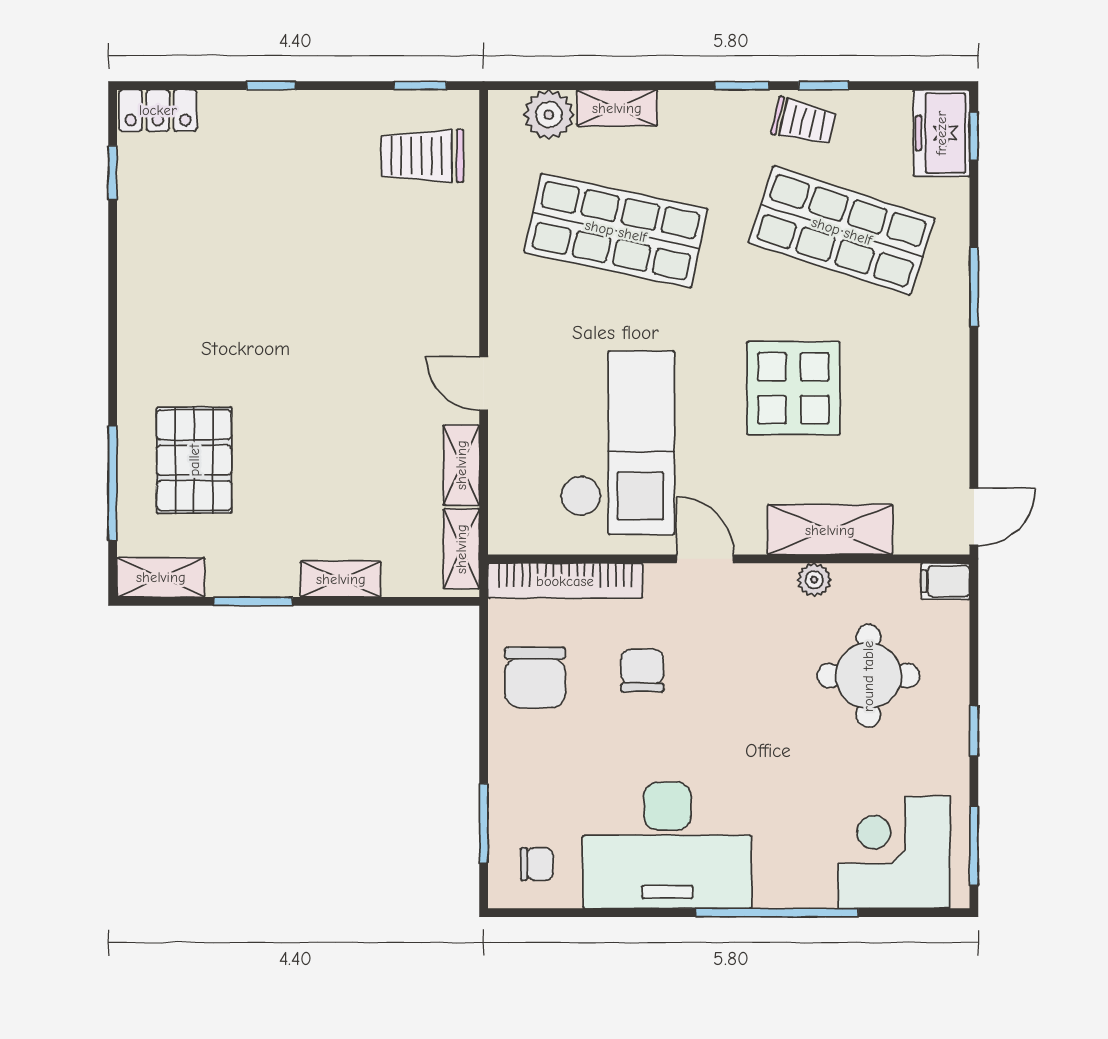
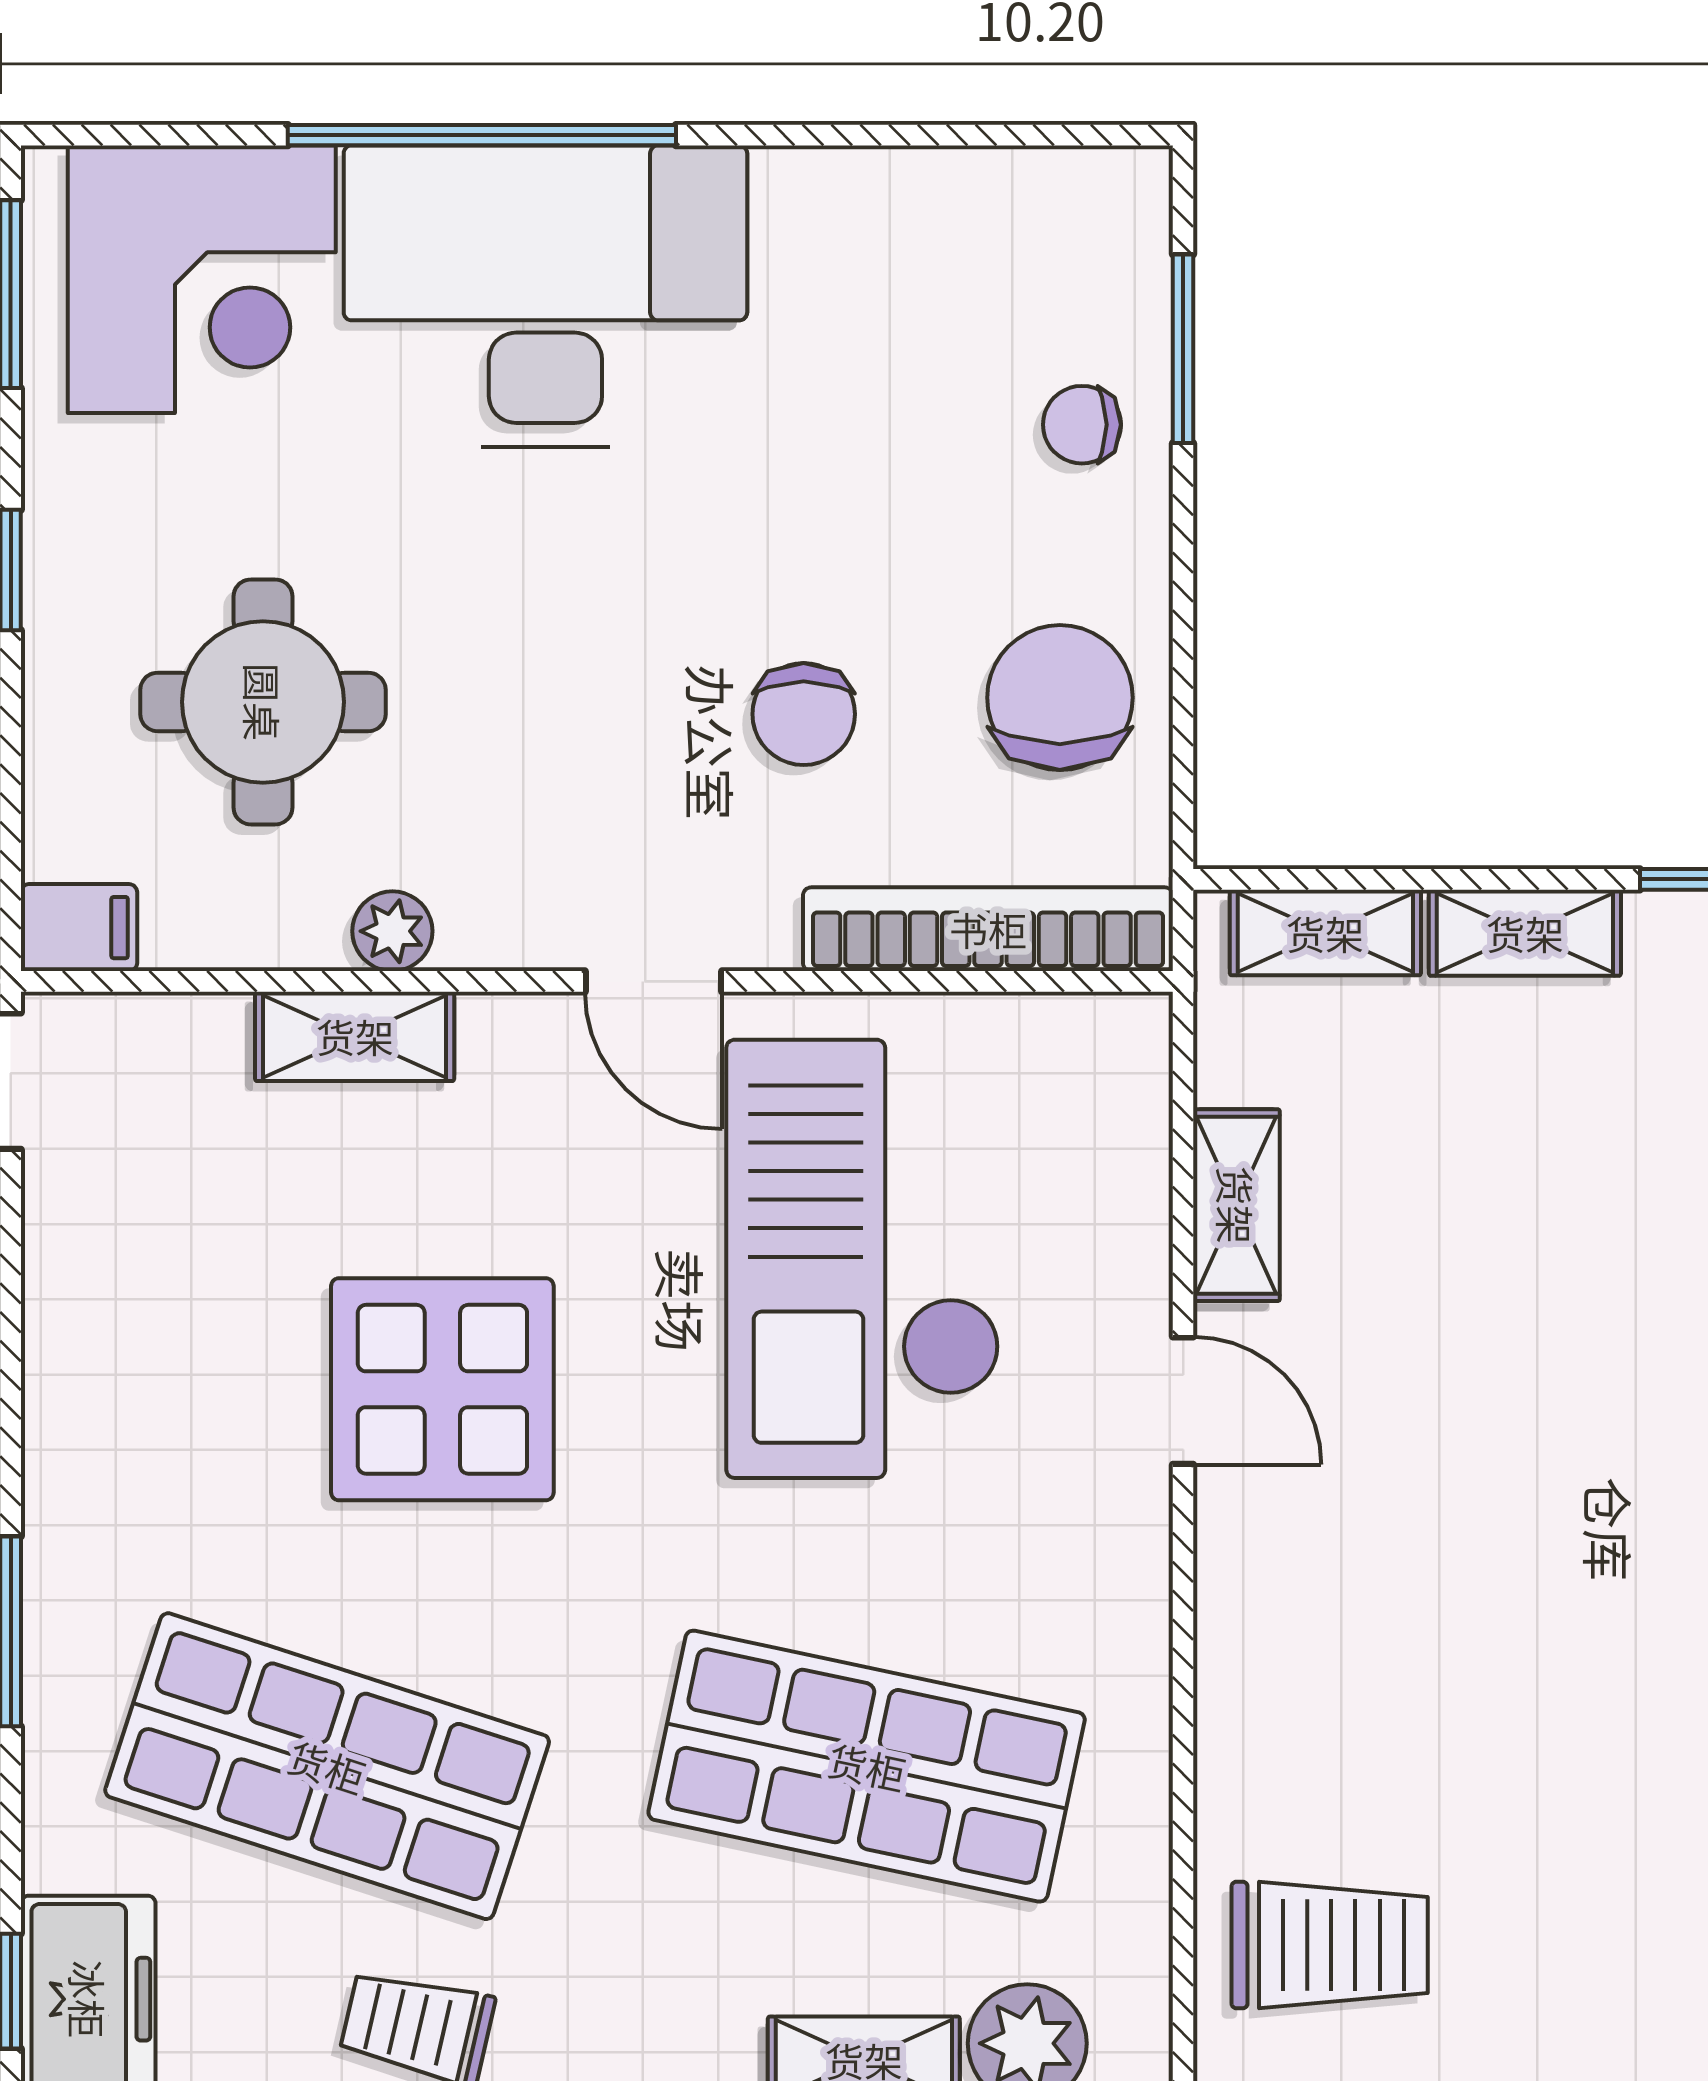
shelving: (830, 530) -> (355, 1036), width x0.67, depth x0.75
shelving: (461, 549) -> (1325, 933), moved, turned 90
desk: (667, 845) -> (545, 296), moved
chair: (537, 864) -> (1082, 425), moved

